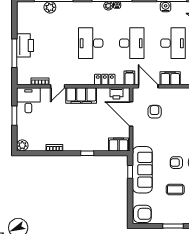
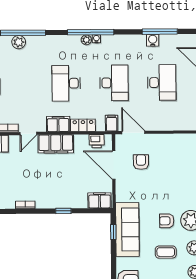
filing cabinet: (170, 78) -> (58, 124), moved

